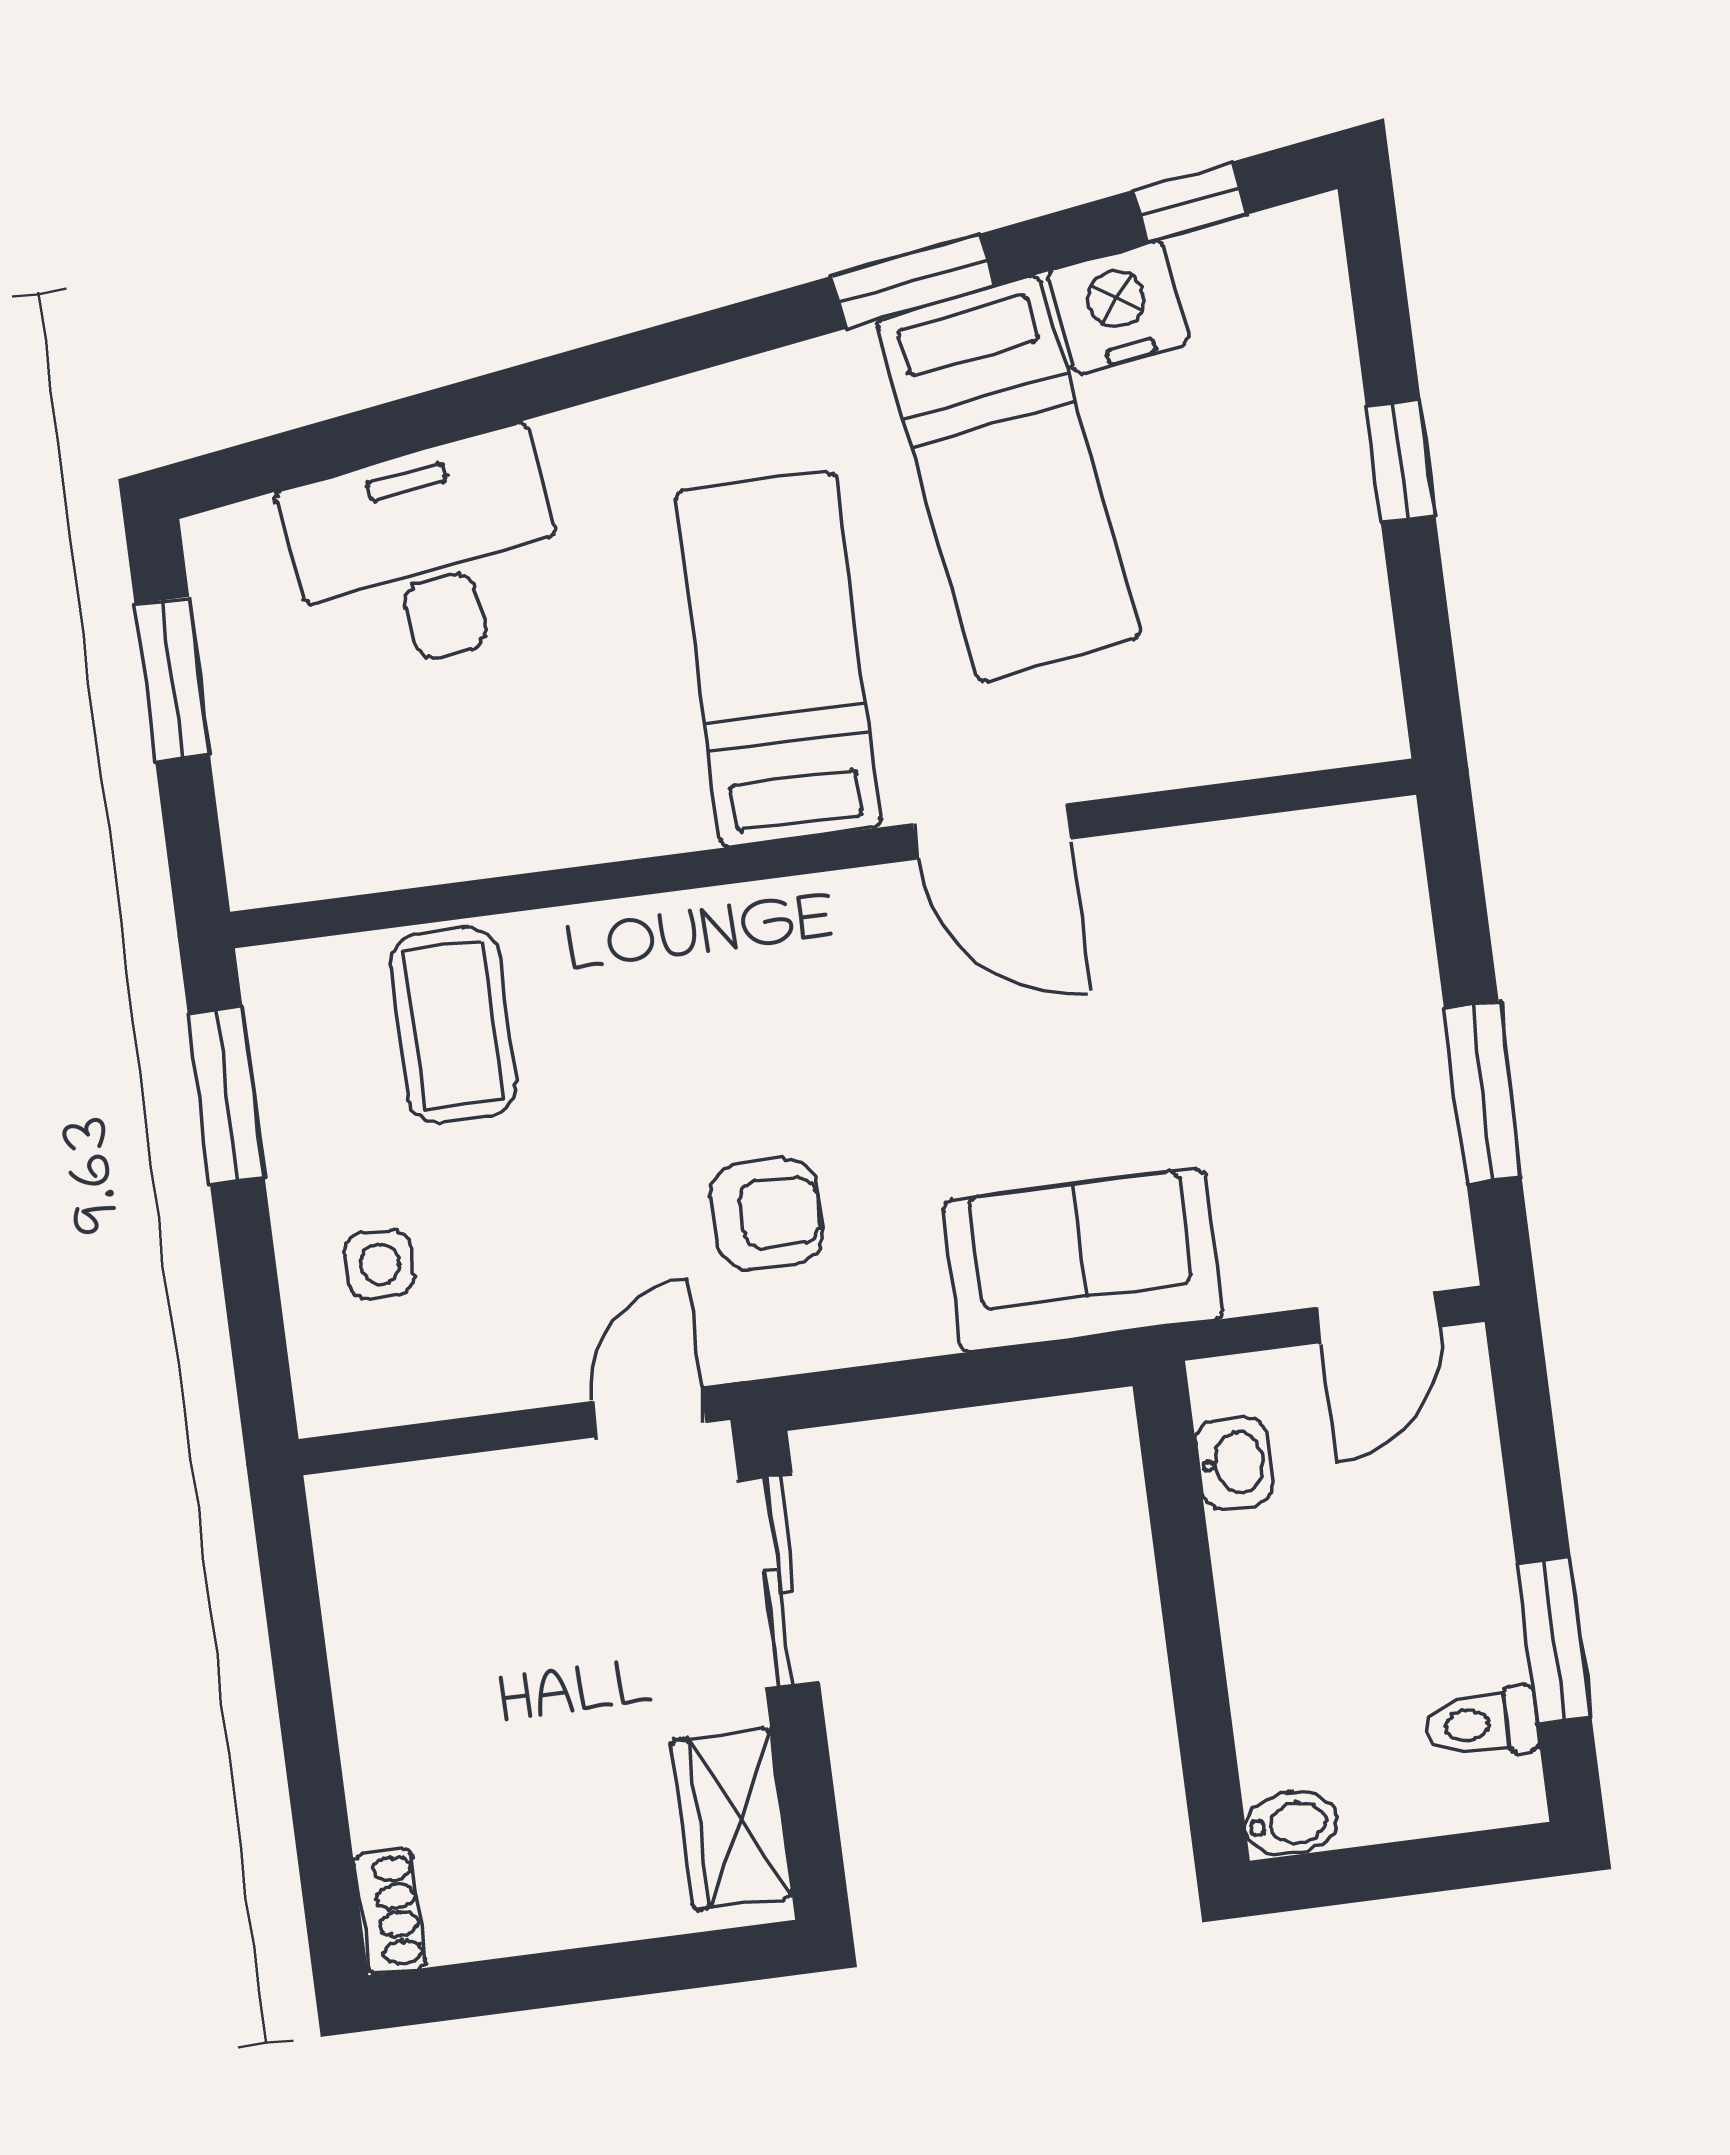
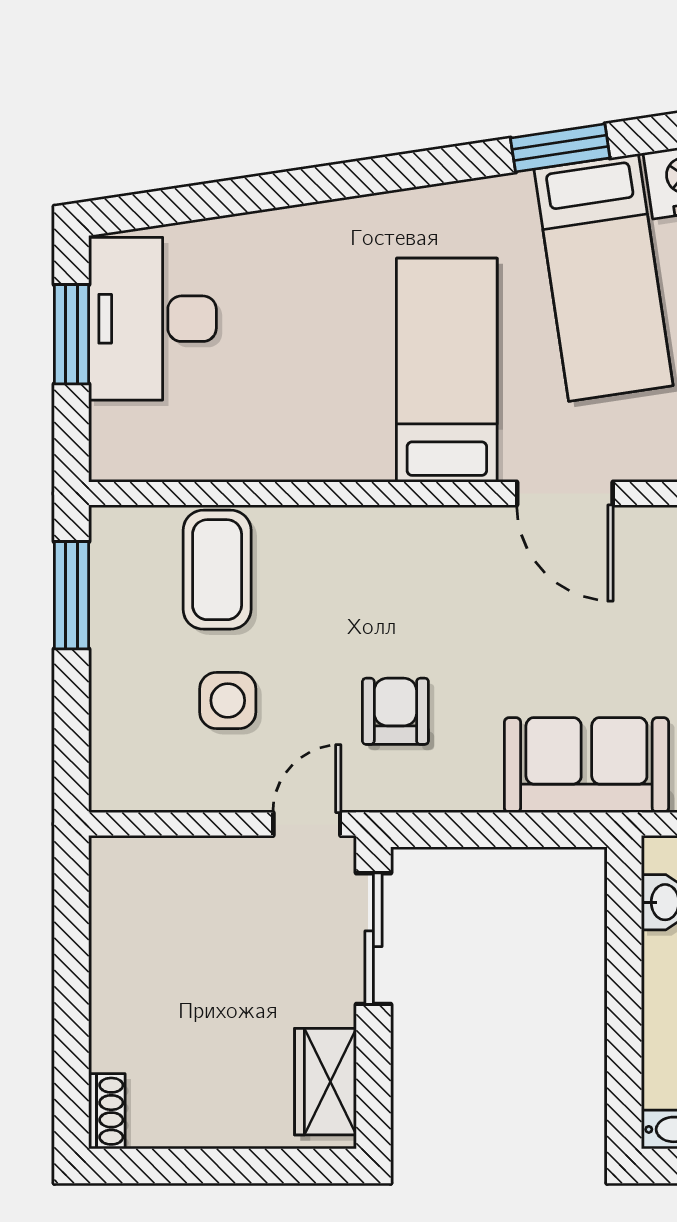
desk: (427, 555) -> (152, 319), moved, turned -81
armchair: (767, 1214) -> (395, 711), turned -90
side table: (380, 1264) -> (228, 700), moved, width x1.37, depth x1.37

